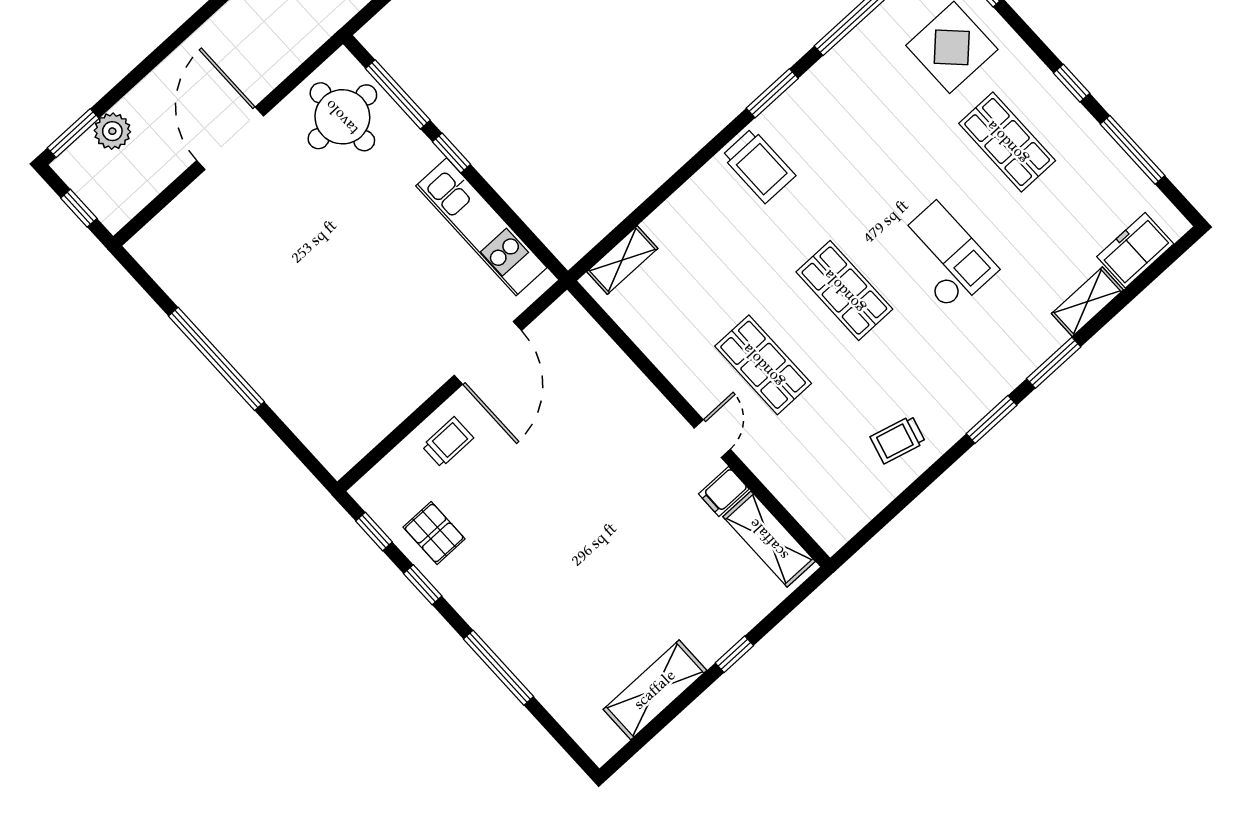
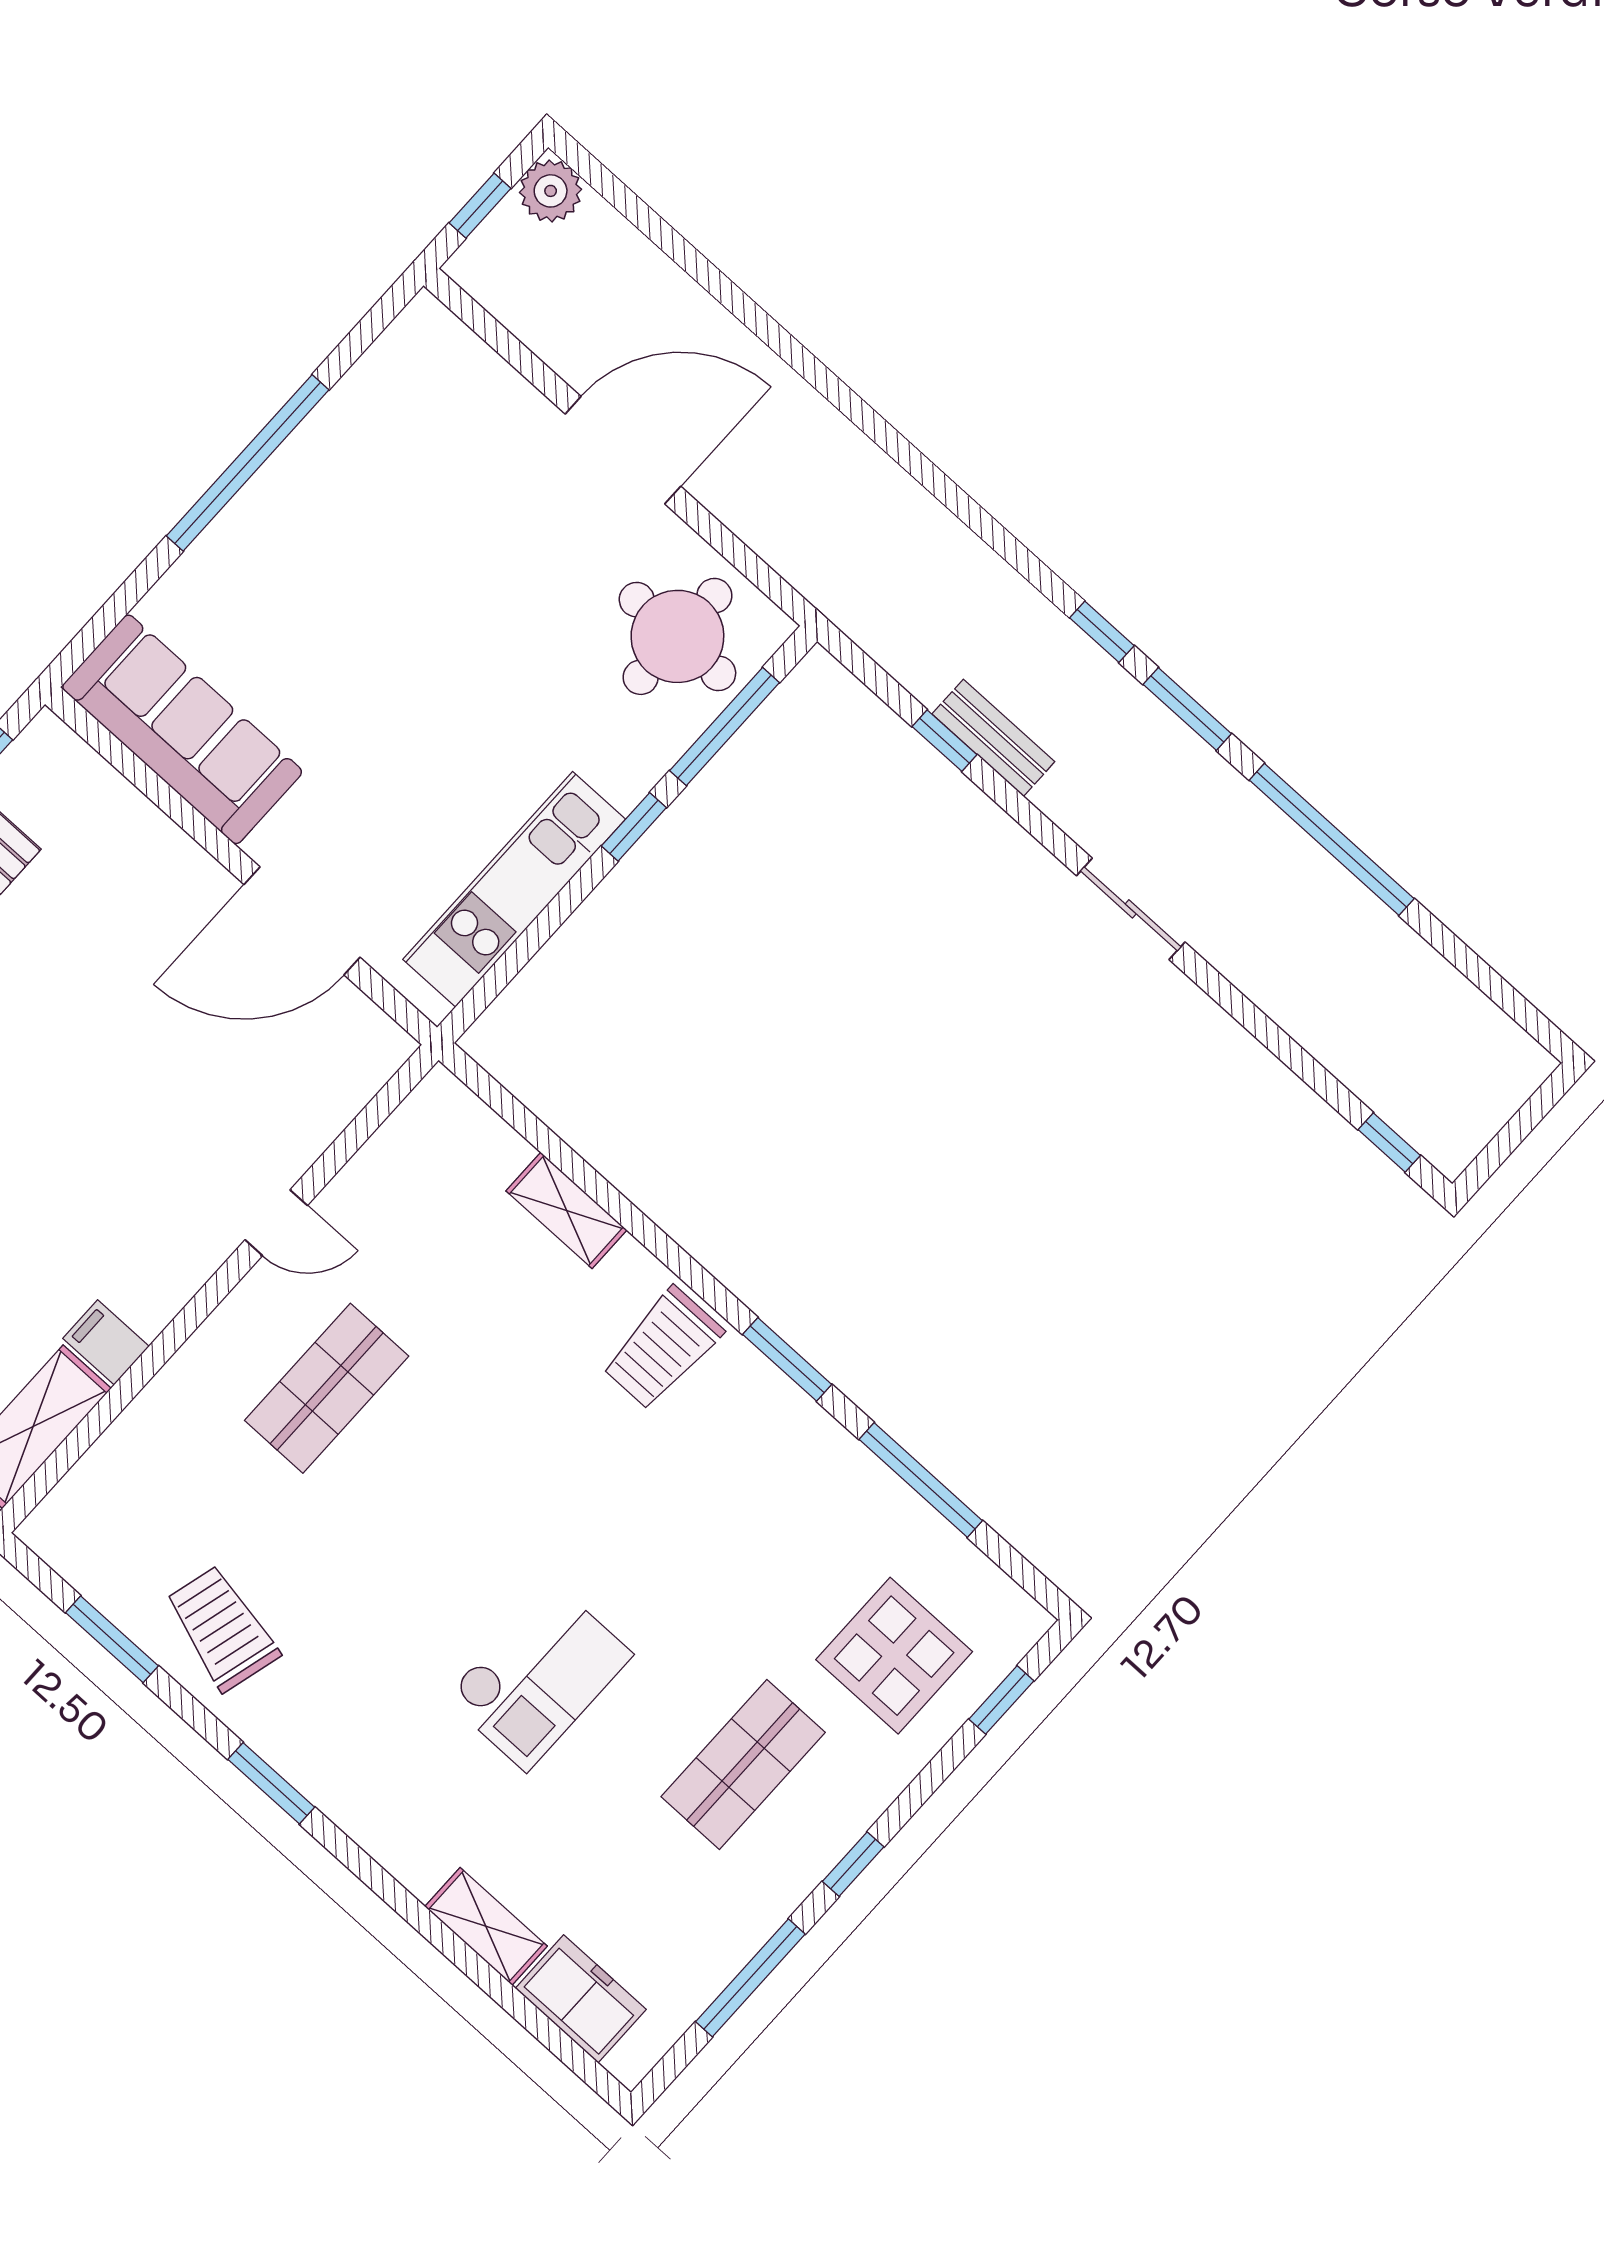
plant: (112, 131) -> (551, 191), moved
window: (73, 133) -> (606, 184), removed
shelving: (622, 260) -> (566, 1210), moved
shop shelf: (844, 291) -> (465, 1514), removed
window: (1054, 363) -> (112, 1639), moved
sofa: (369, 412) -> (182, 729), added
door: (712, 439) -> (276, 1223), moved
trolley: (898, 440) -> (222, 1628), width x1.36, depth x1.39
trolley: (448, 442) -> (145, 868), removed

